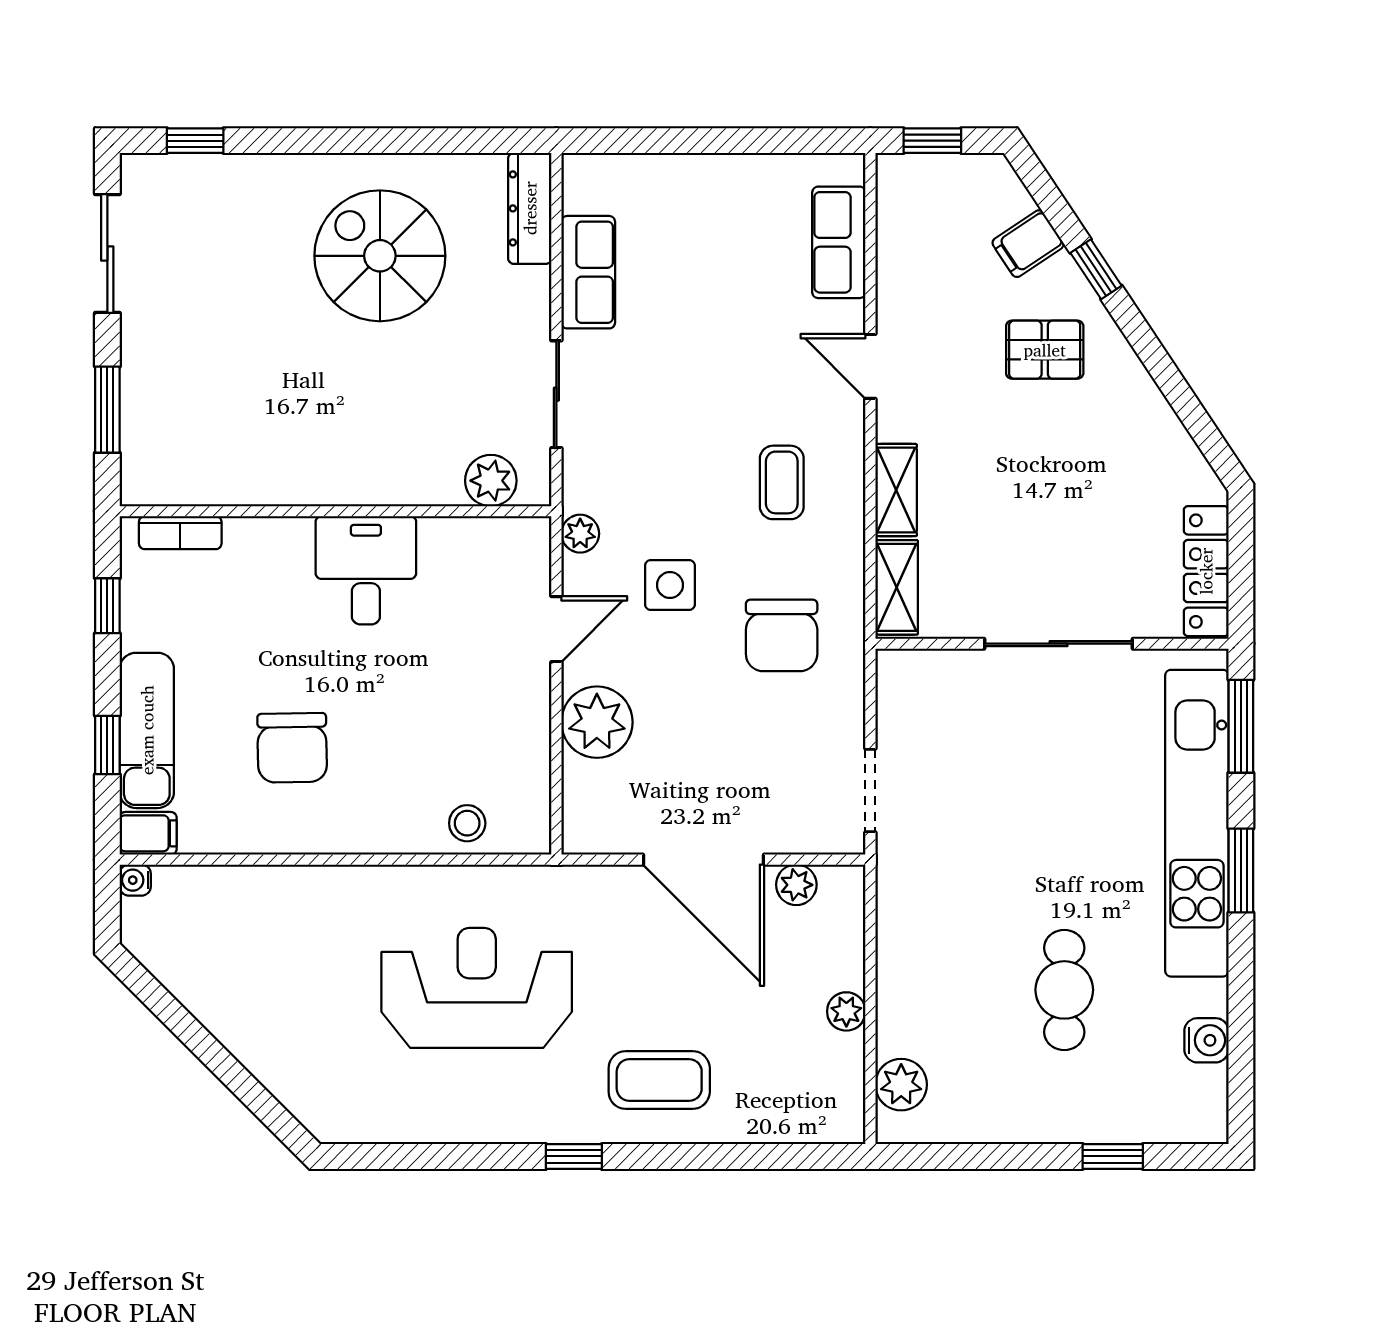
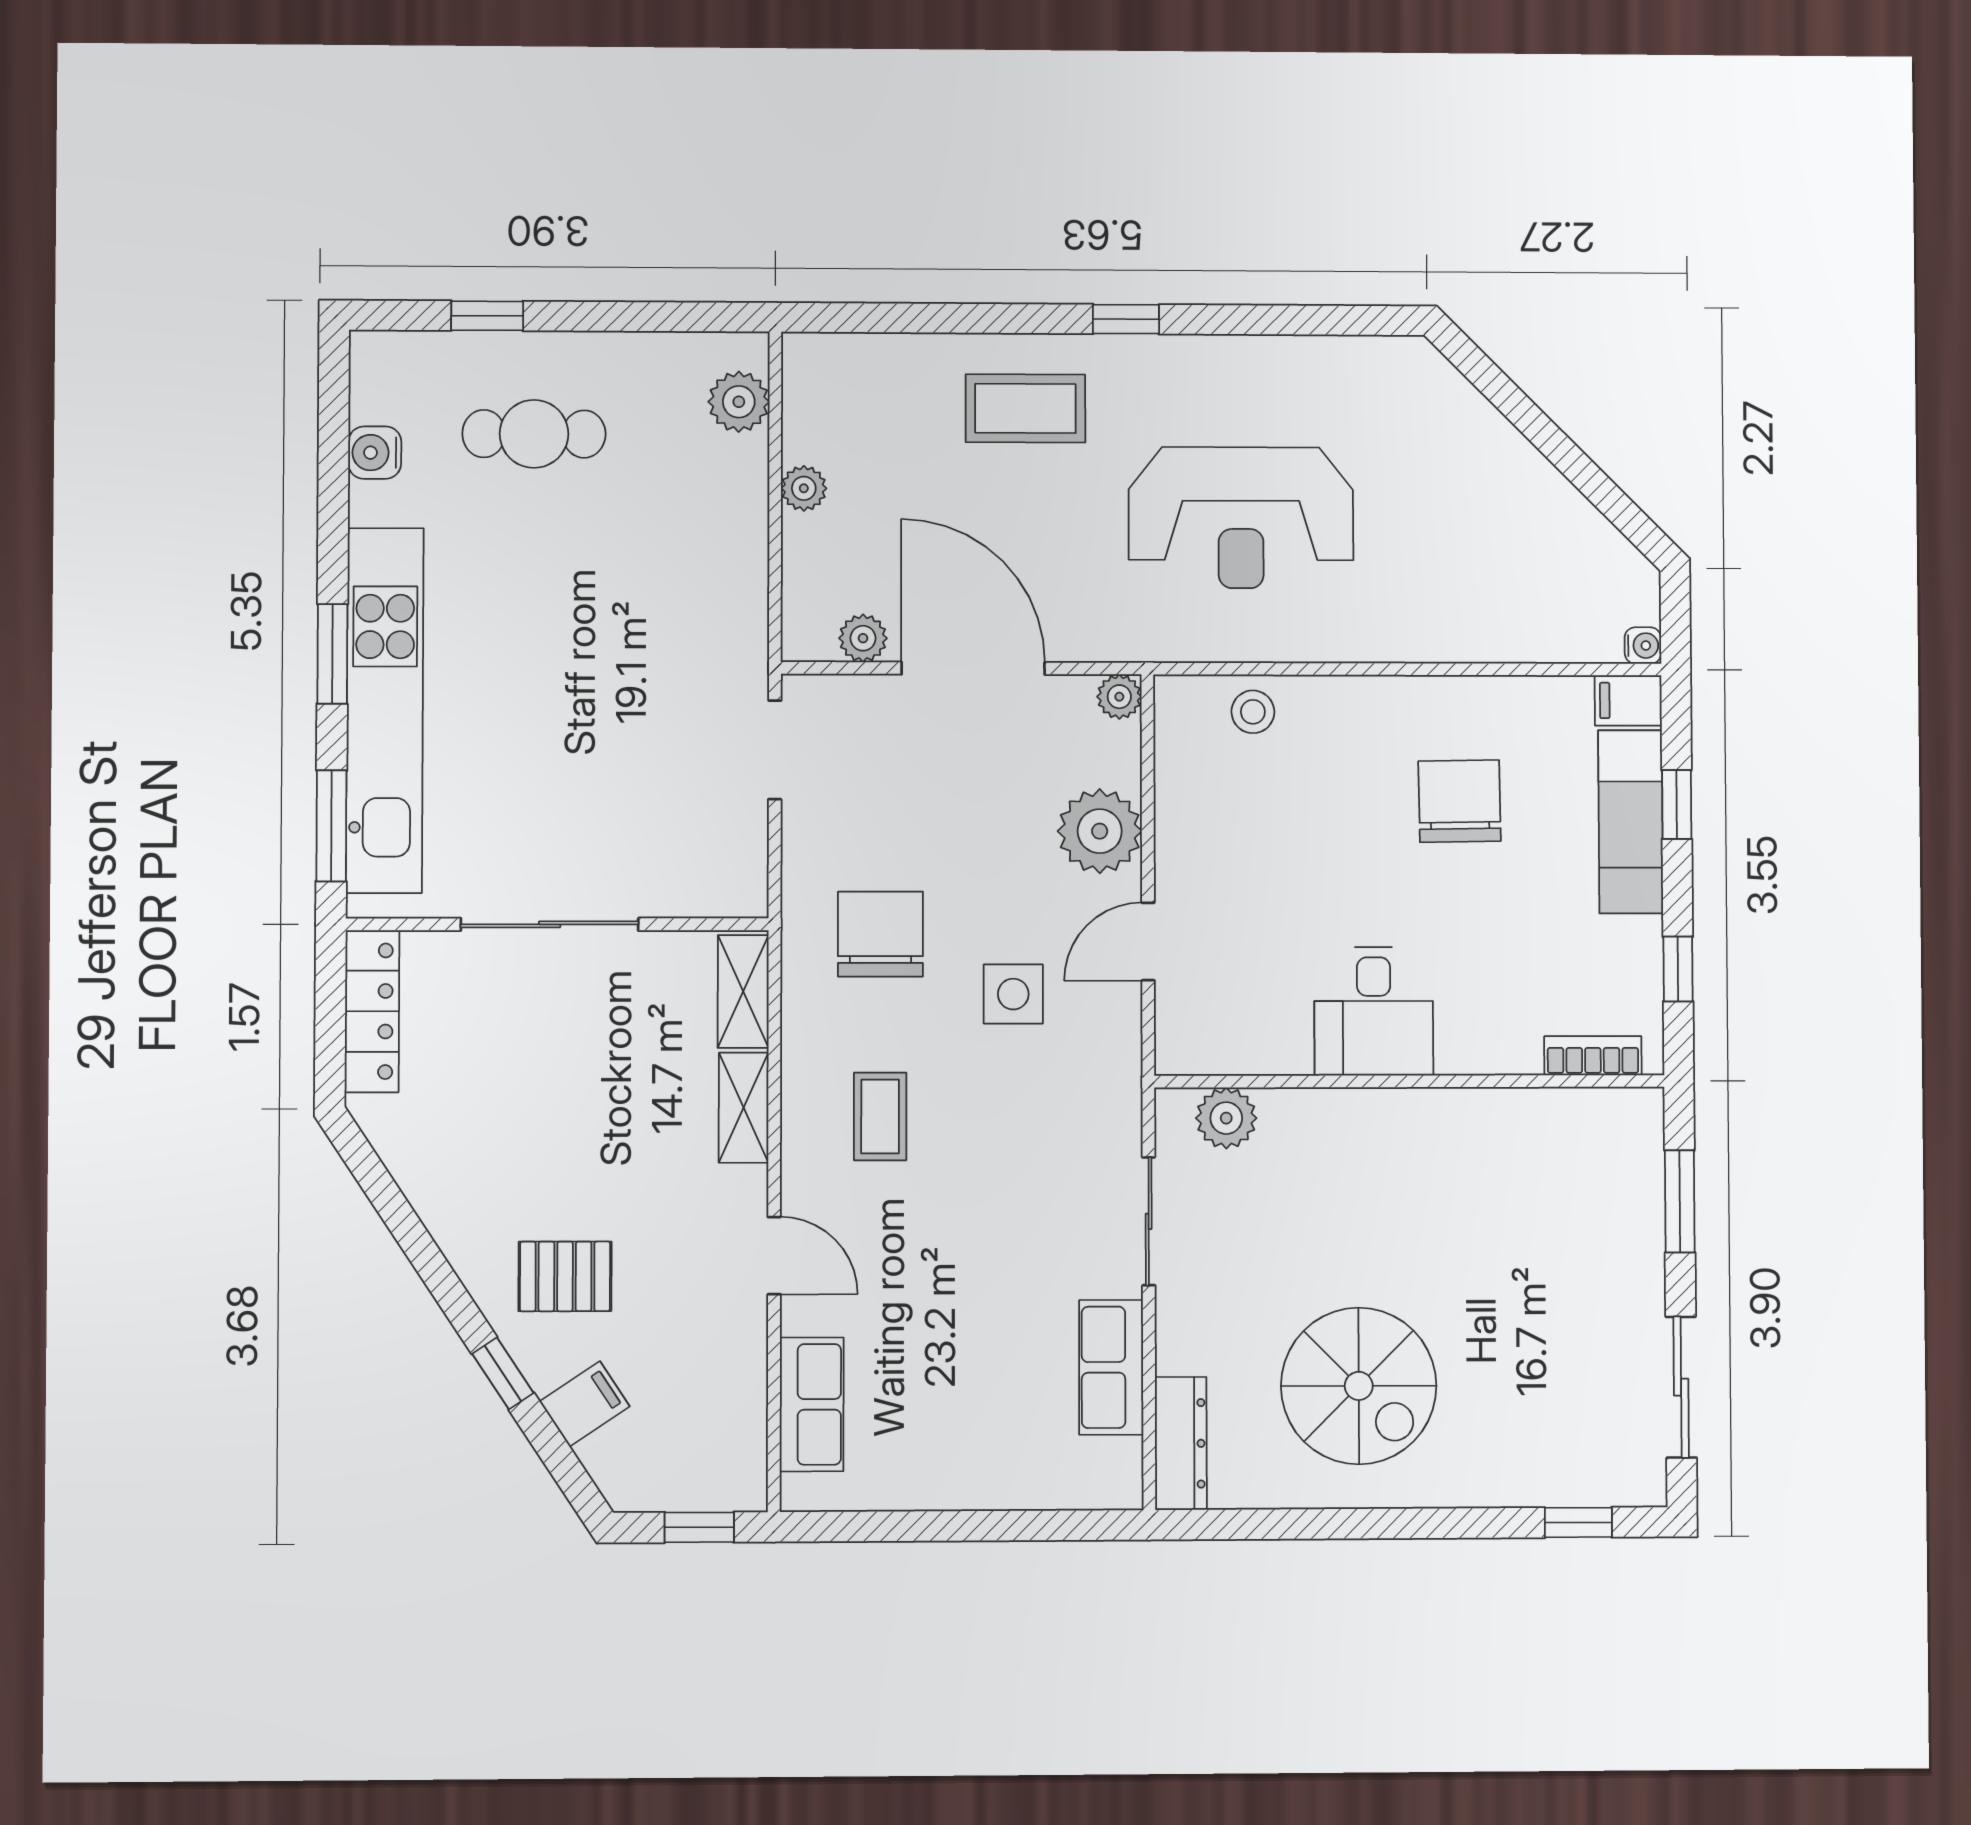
plant: (580, 534) -> (1119, 697), moved
cafe table: (1064, 990) -> (534, 434), moved, turned 90

